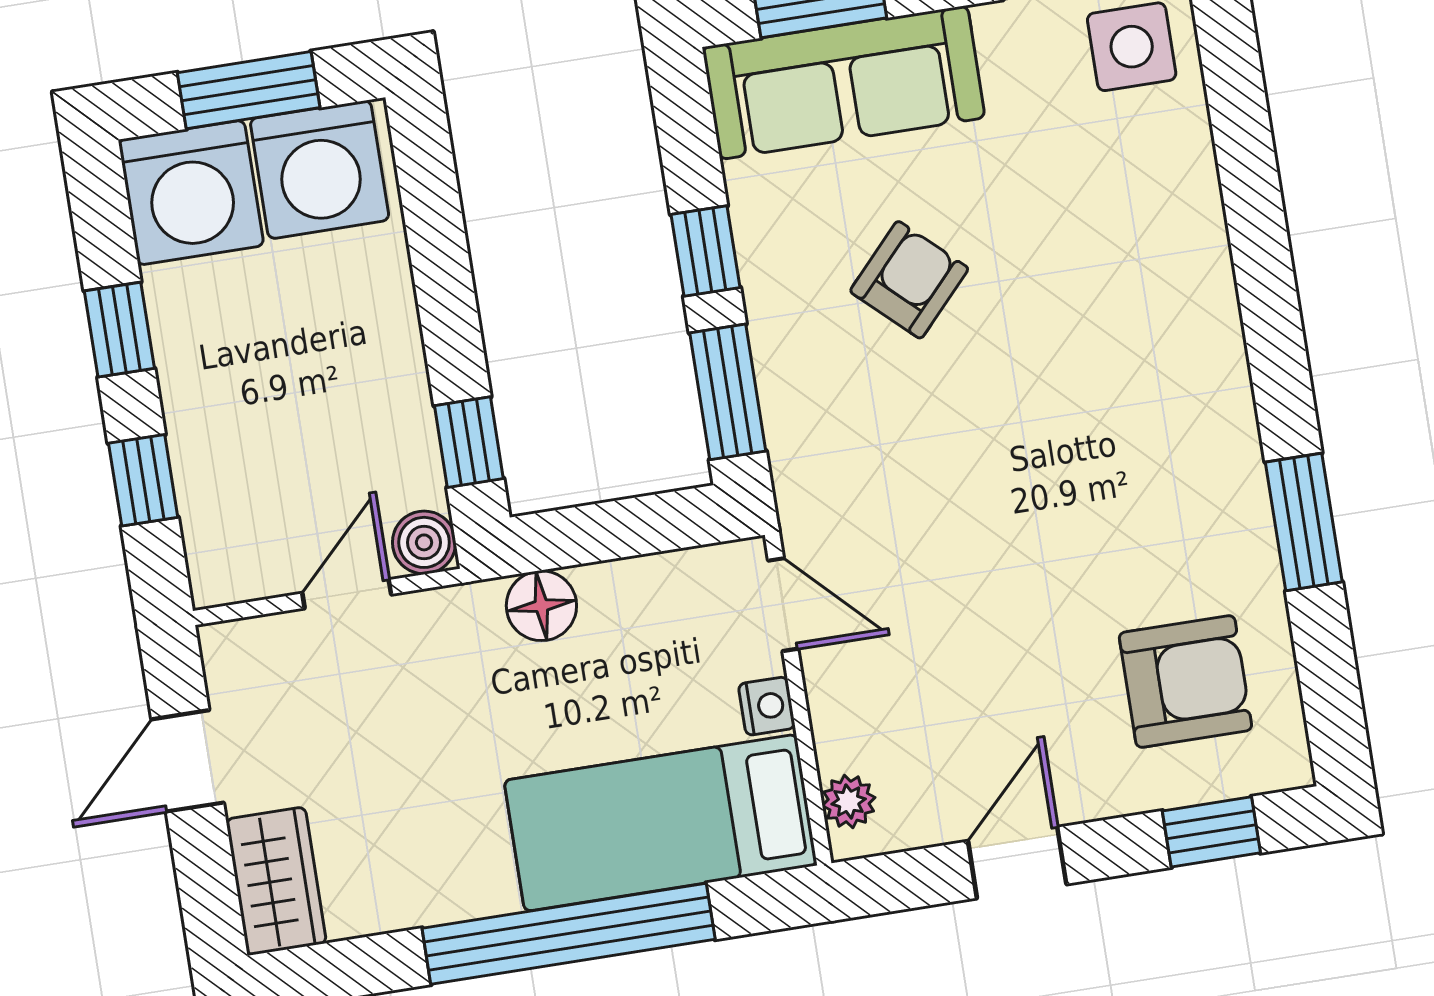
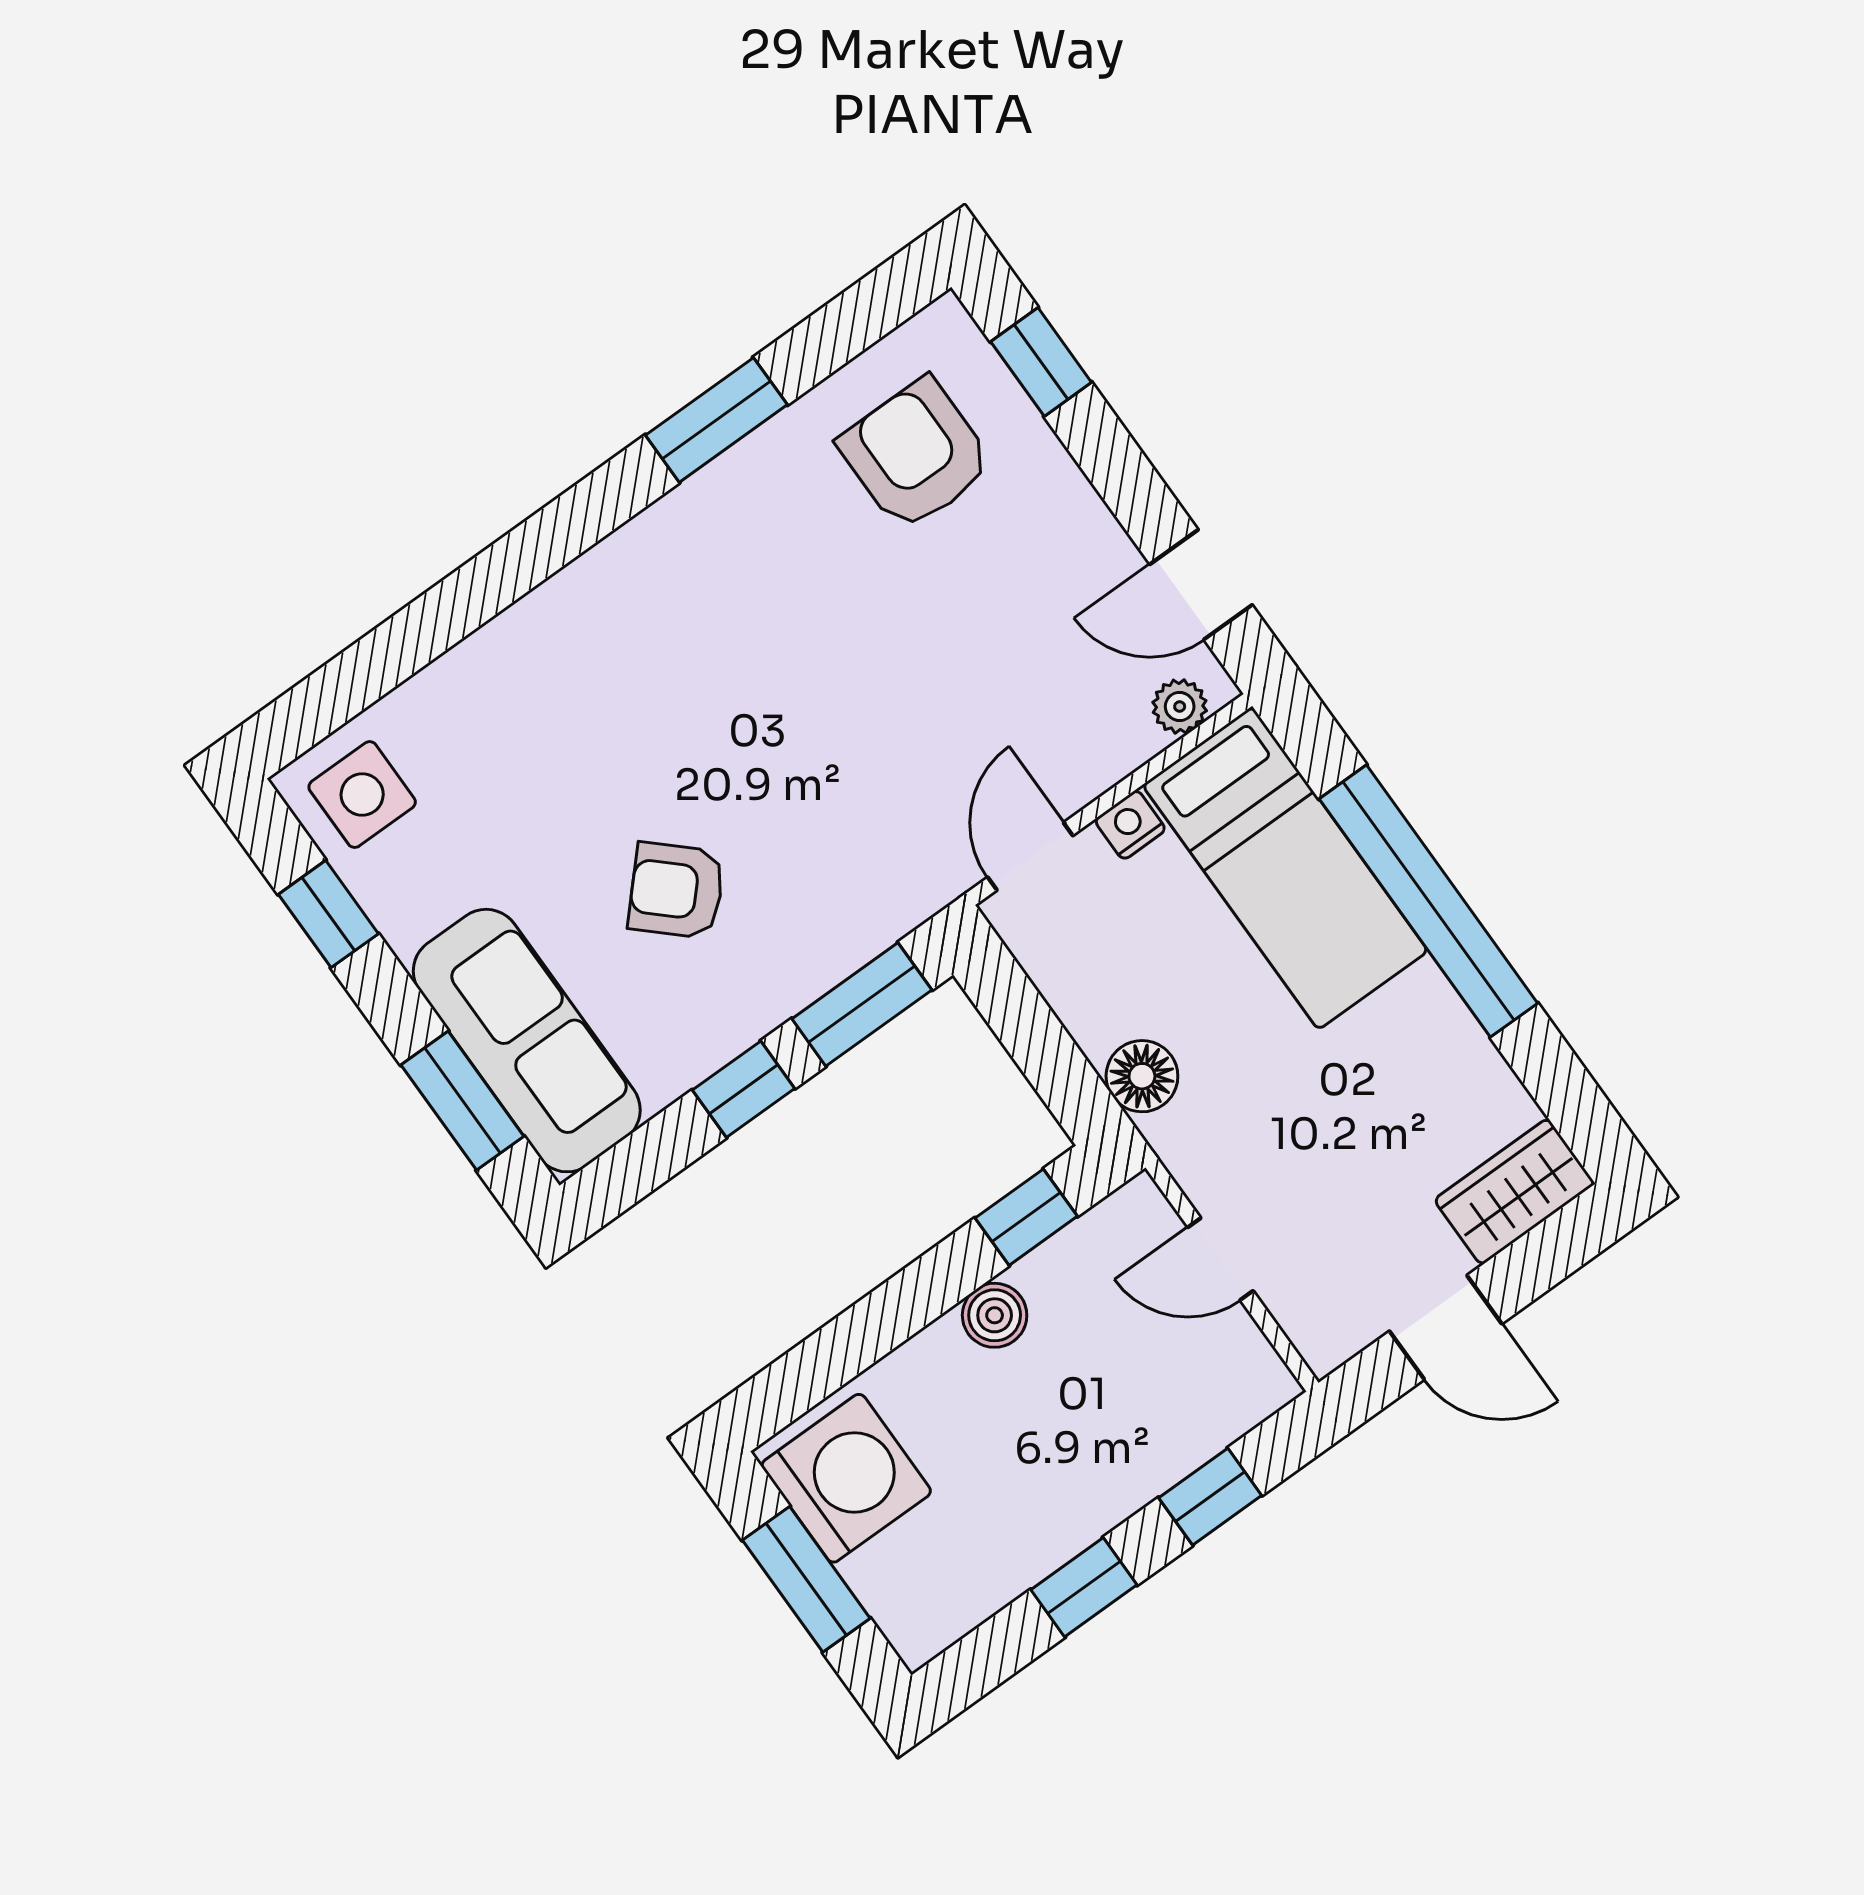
washing machine: (191, 193) -> (926, 1585), removed
boiler: (424, 542) -> (995, 1315), moved
door: (1017, 863) -> (1201, 585), moved

